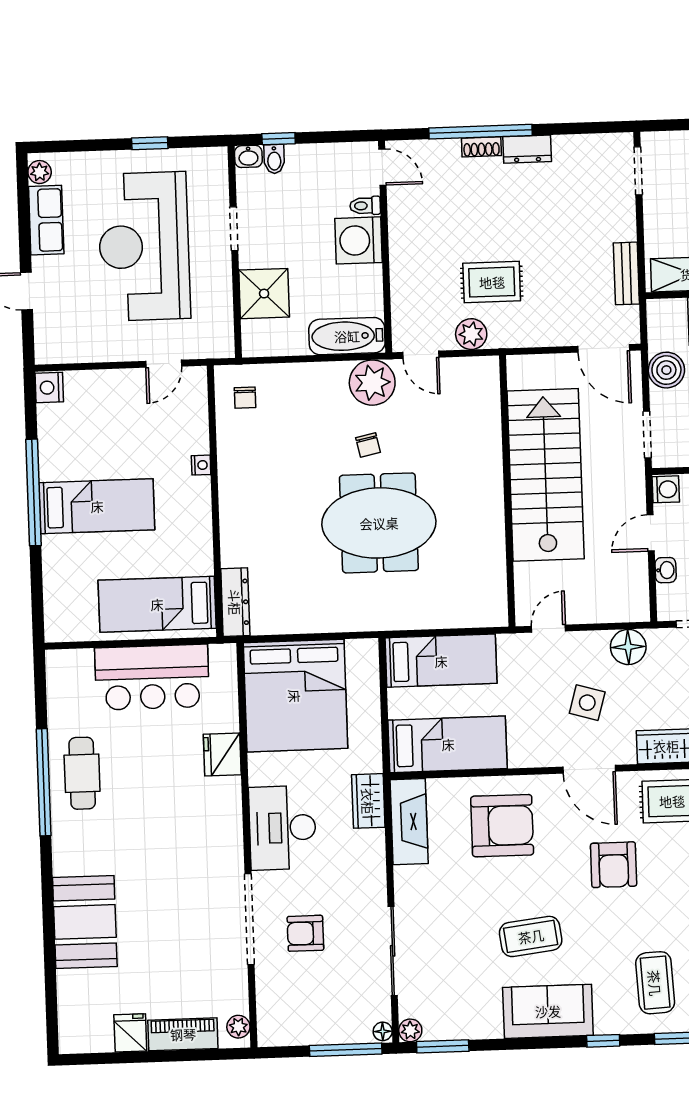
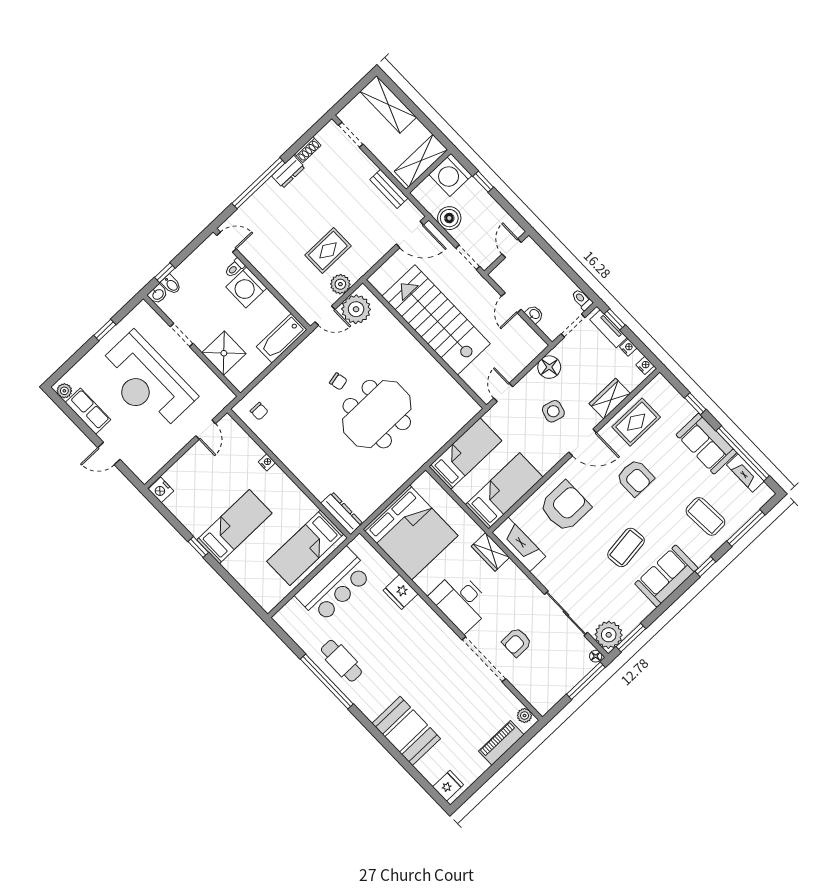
shoe rack: (481, 147) -> (308, 150), moved
plant: (372, 383) -> (356, 309), moved
washing machine: (666, 489) -> (500, 276), removed
window: (34, 492) -> (198, 547), width x0.32
plant: (410, 1030) -> (609, 635), width x1.88, depth x1.88
fridge: (130, 1033) -> (448, 786), moved, turned 90

